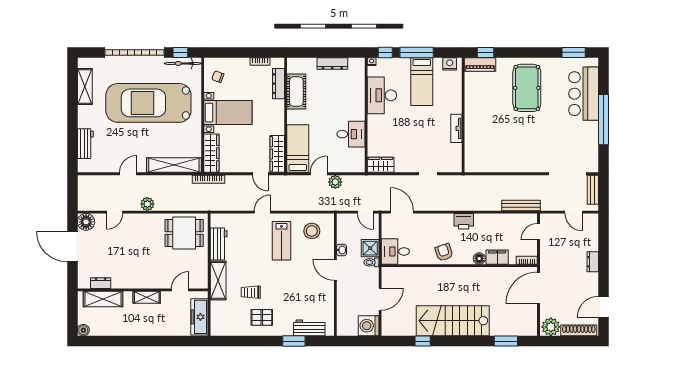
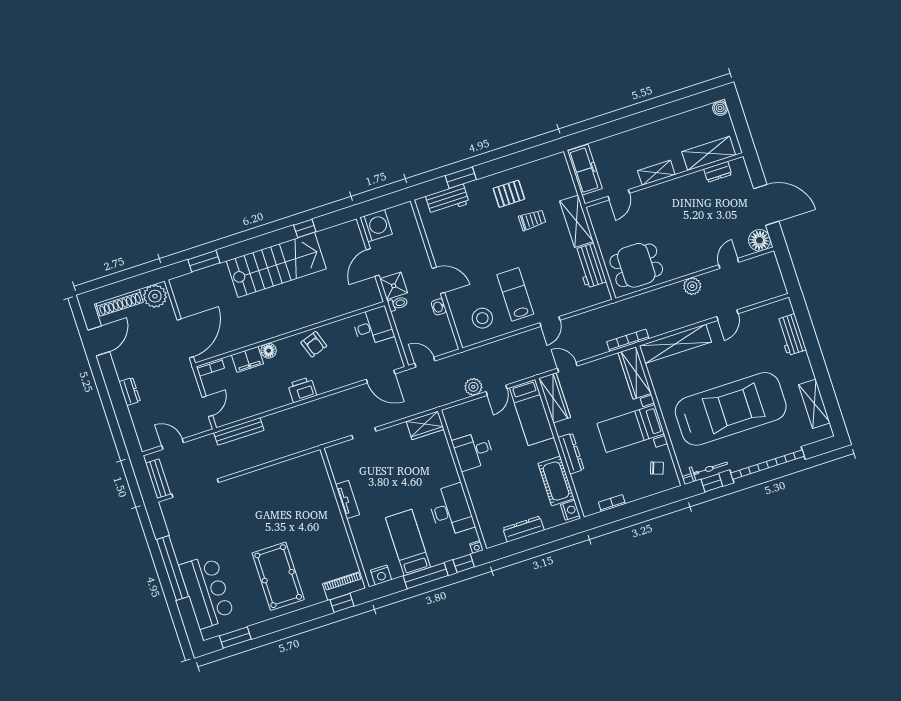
nightstand: (293, 66) -> (570, 510), added
dresser: (278, 84) -> (571, 454), moved
shower: (370, 248) -> (394, 286), moved

